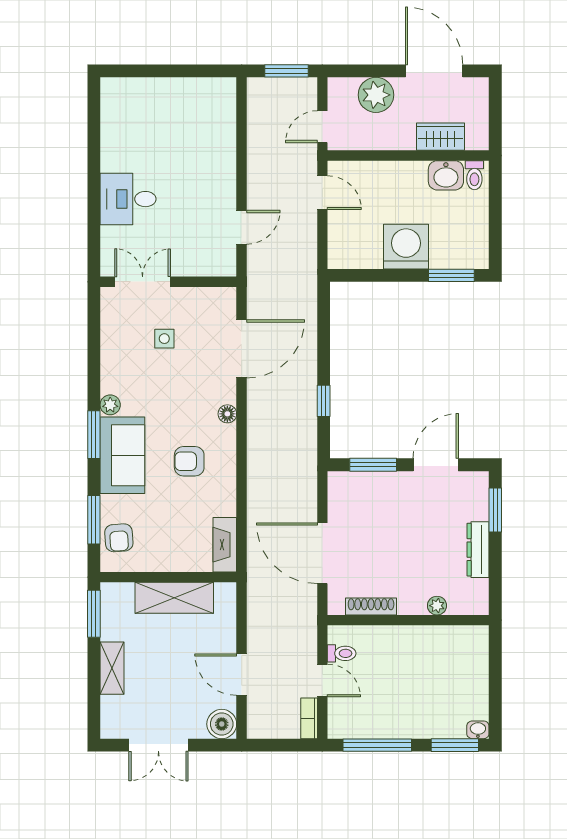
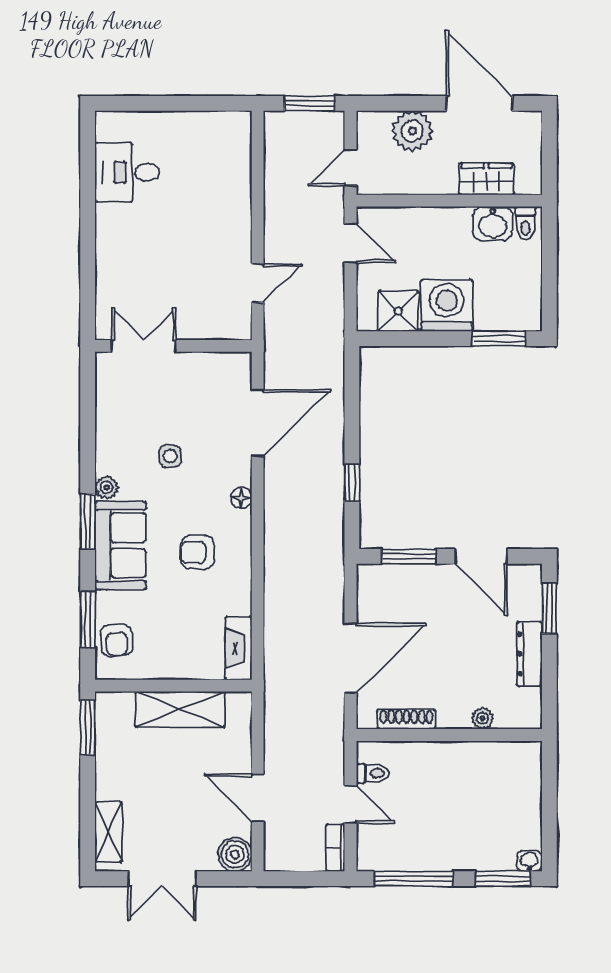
desk: (128, 199) -> (127, 172), moved
shower: (364, 251) -> (398, 311), added
side table: (164, 339) -> (170, 456), moved
door: (436, 465) -> (481, 556), swing flipped
door: (322, 553) -> (351, 658), swing flipped
shelving: (112, 668) -> (109, 832), moved

